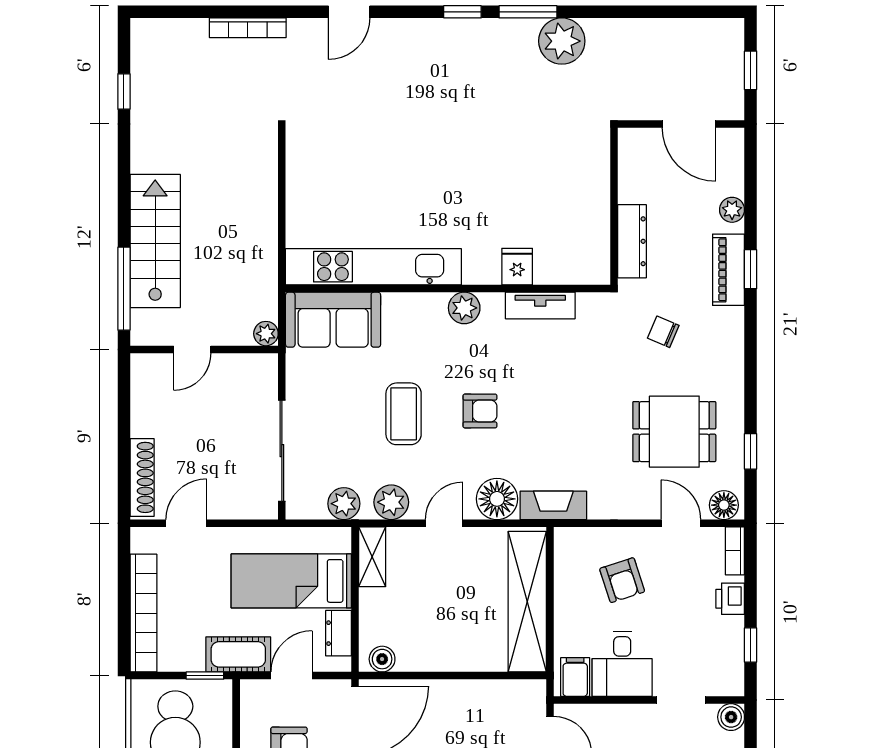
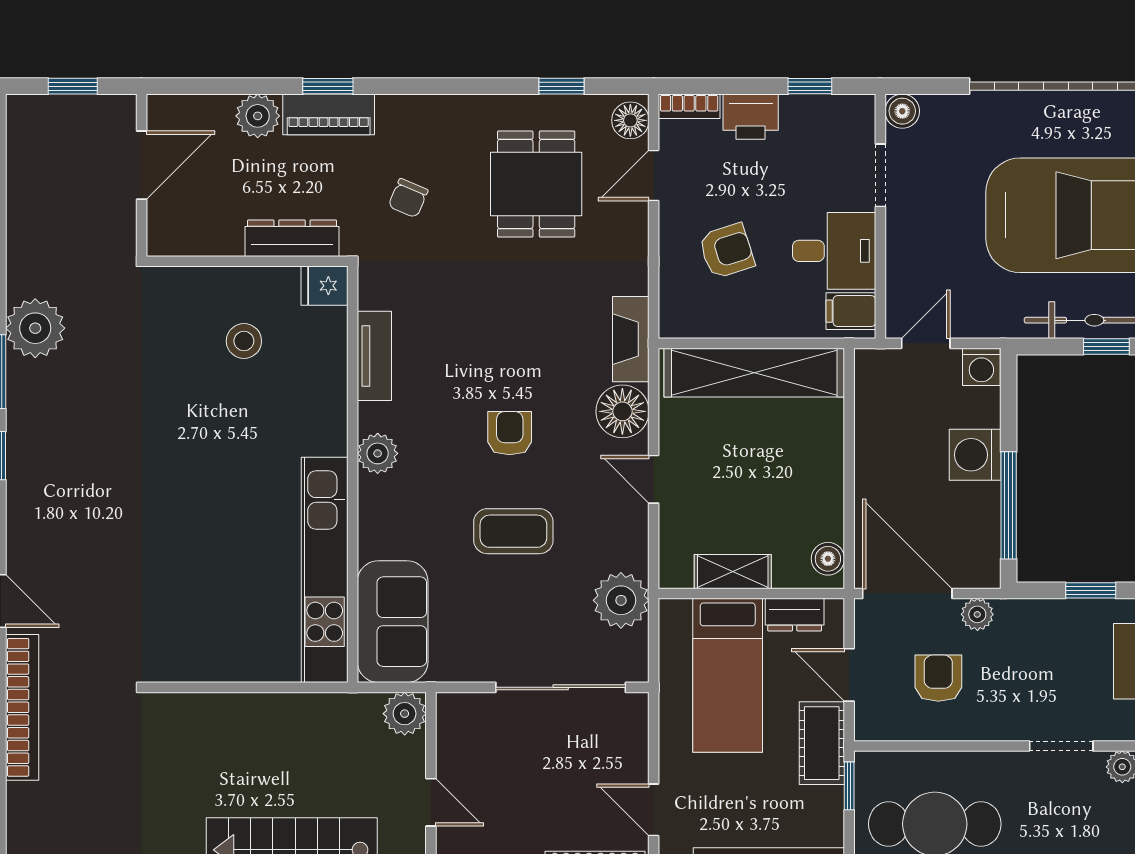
bookcase: (248, 28) -> (22, 707), width x1.48, depth x1.31
stool: (552, 204) -> (244, 341), added
plant: (732, 210) -> (258, 116), width x1.38, depth x1.38
fridge: (517, 267) -> (325, 286), moved
plant: (266, 334) -> (405, 714), width x1.38, depth x1.38
plant: (391, 502) -> (627, 547), removed
plant: (344, 504) -> (621, 600), width x1.36, depth x1.36
shelving: (372, 557) -> (733, 572), moved
printer: (730, 599) -> (751, 117), width x1.36, depth x1.24

